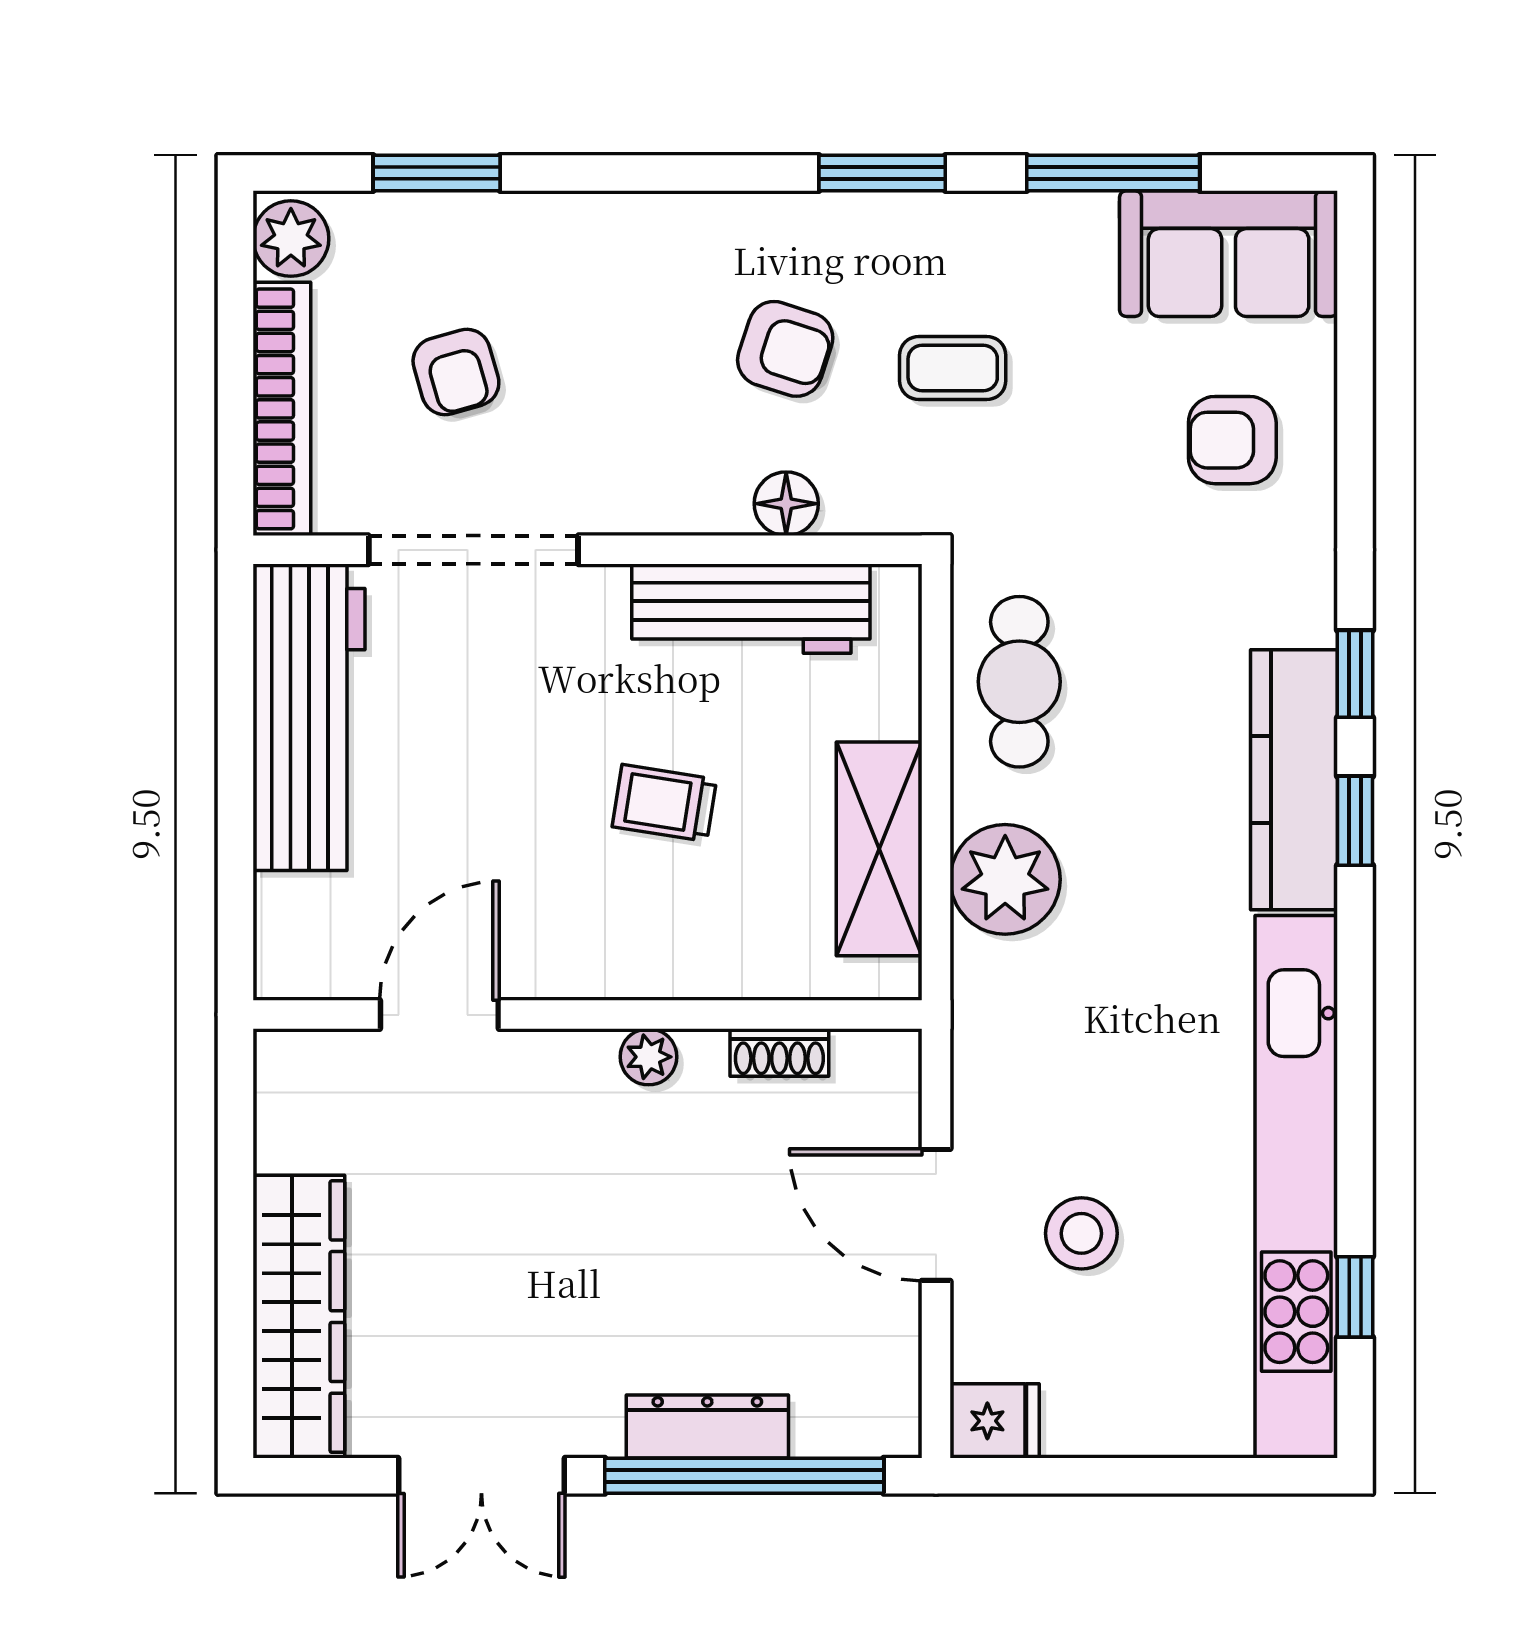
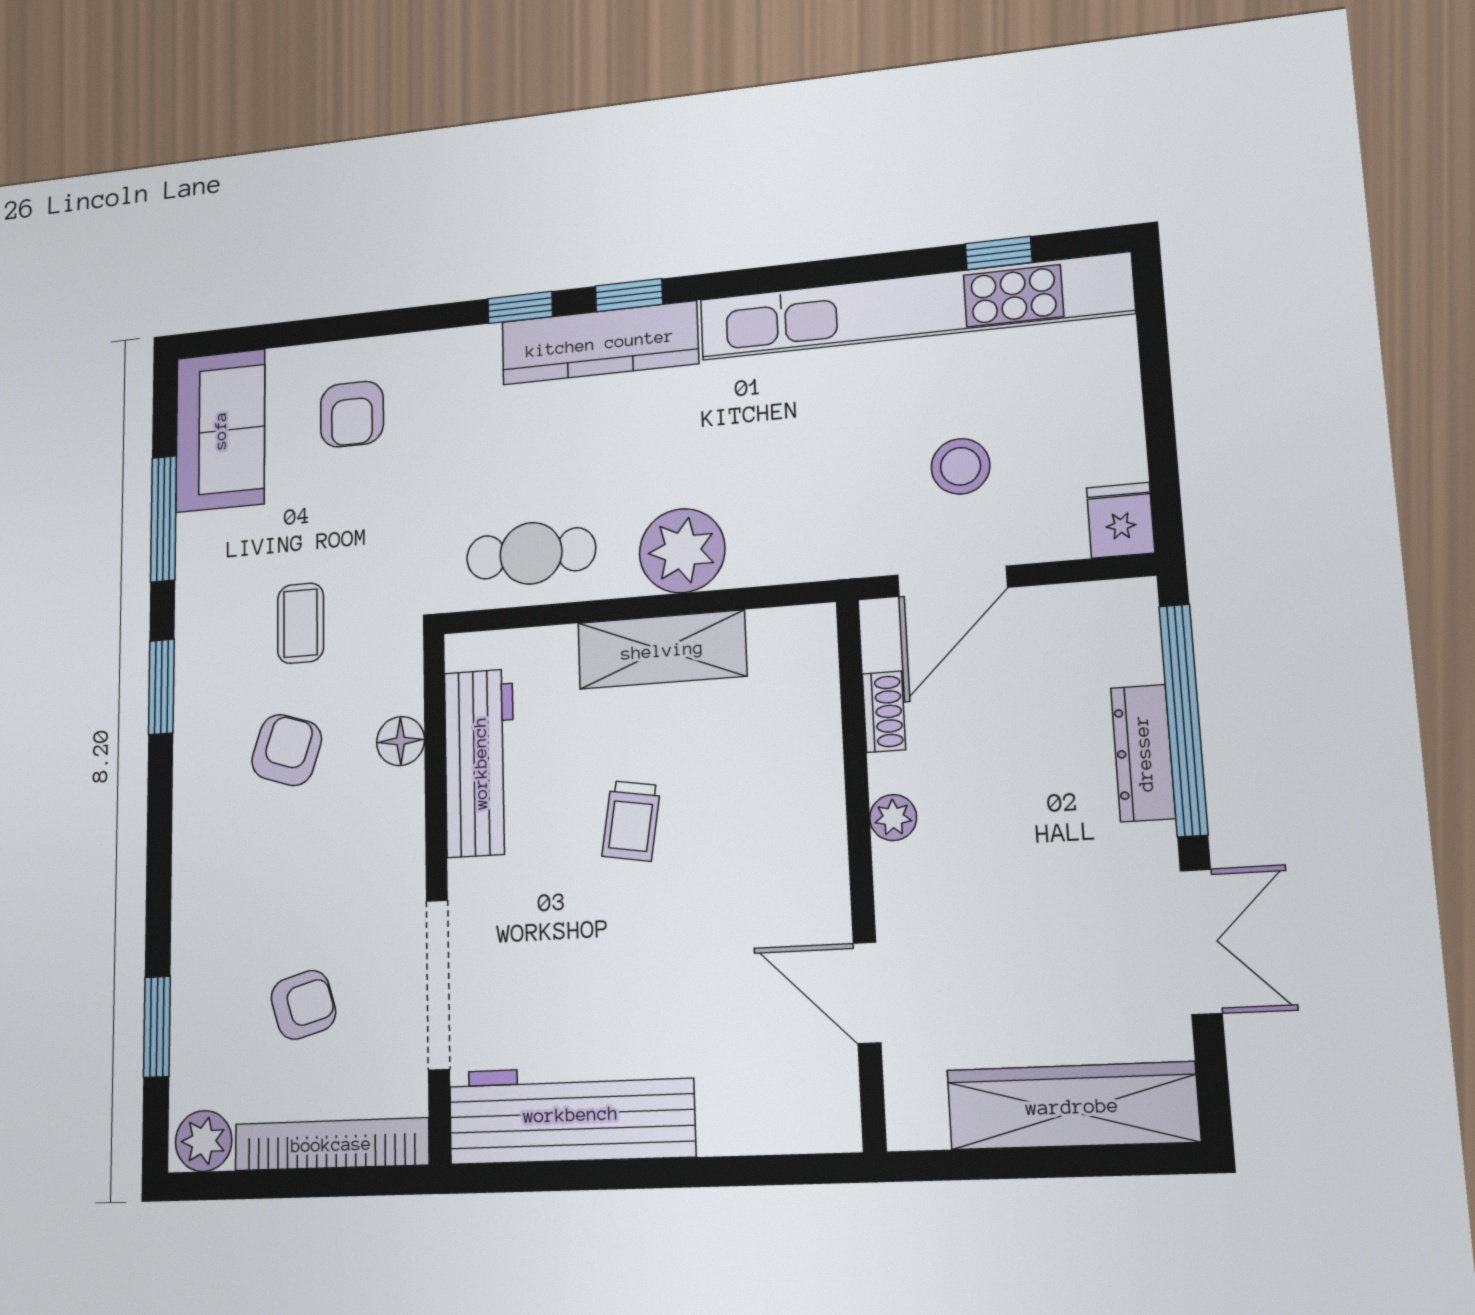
door: (439, 1015) -> (867, 993), moved
wall: (587, 1015) -> (861, 870), moved
shoe rack: (779, 1053) -> (884, 712), moved
plant: (648, 1057) -> (893, 818), moved

